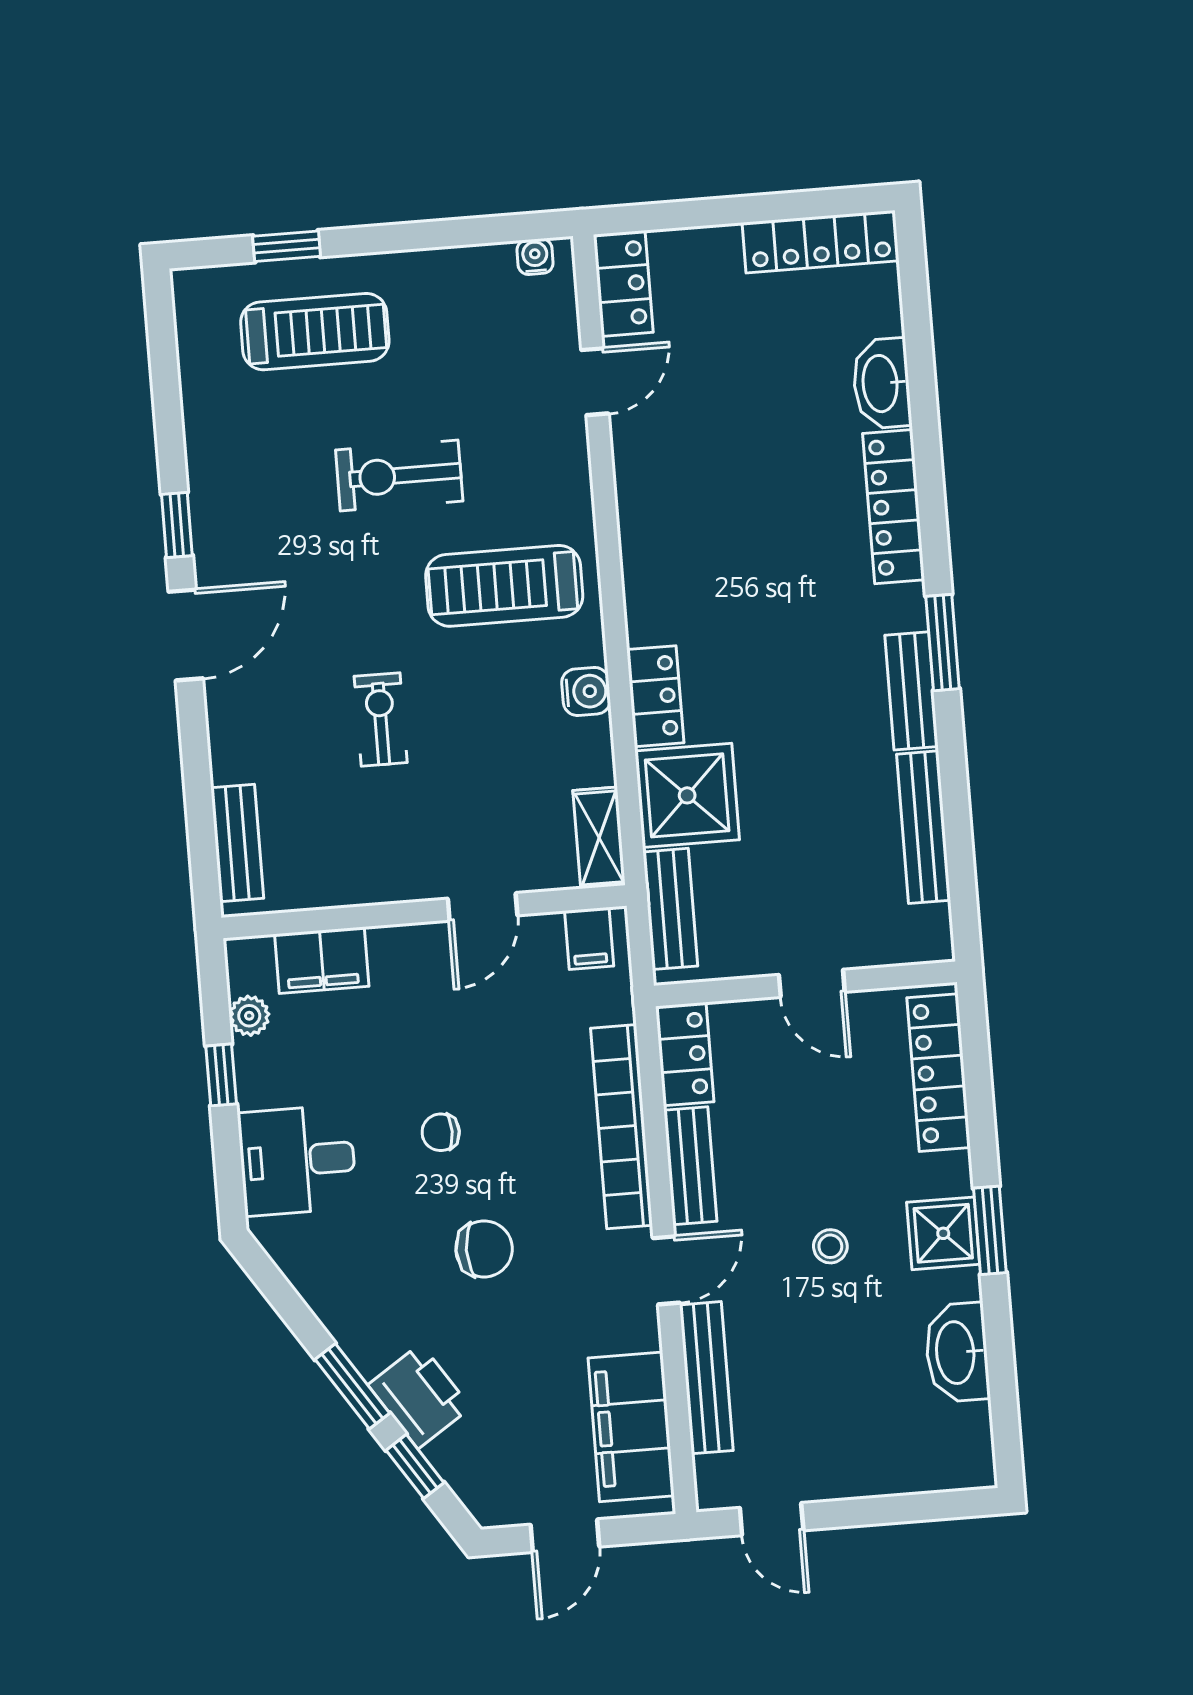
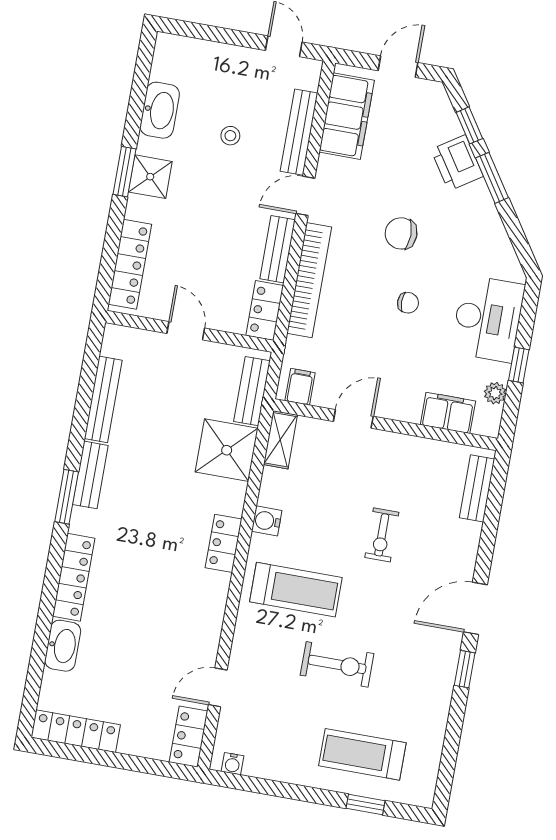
locker: (655, 696) -> (224, 543), moved
desk: (297, 1160) -> (488, 319), width x1.37
stool: (830, 1246) -> (230, 136), moved

